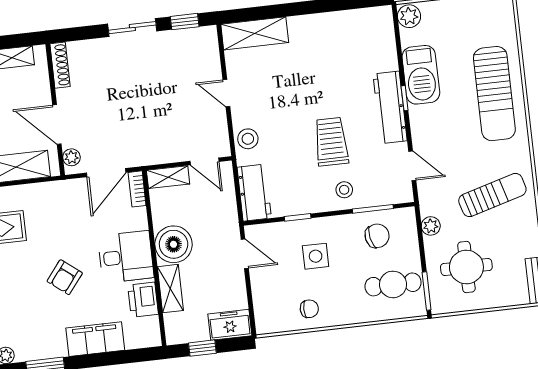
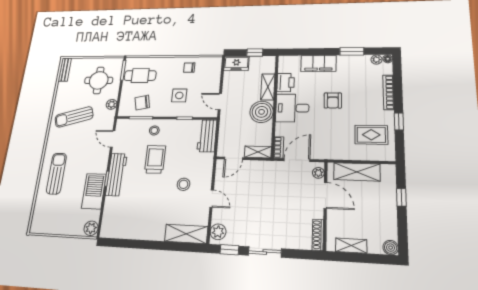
plant: (207, 45) -> (218, 232), added
sun lounger: (494, 94) -> (56, 174), width x0.73, depth x0.75
stool: (248, 139) -> (183, 184), moved
trolley: (331, 142) -> (155, 159), turned 180
door: (205, 161) -> (233, 158), swing flipped
armchair: (65, 277) -> (333, 101), turned 142

